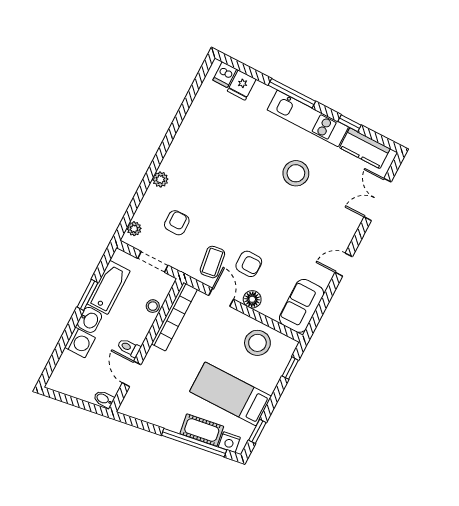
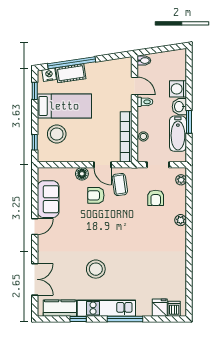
sofa: (302, 306) -> (48, 199), moved
stool: (257, 343) -> (57, 134), moved

